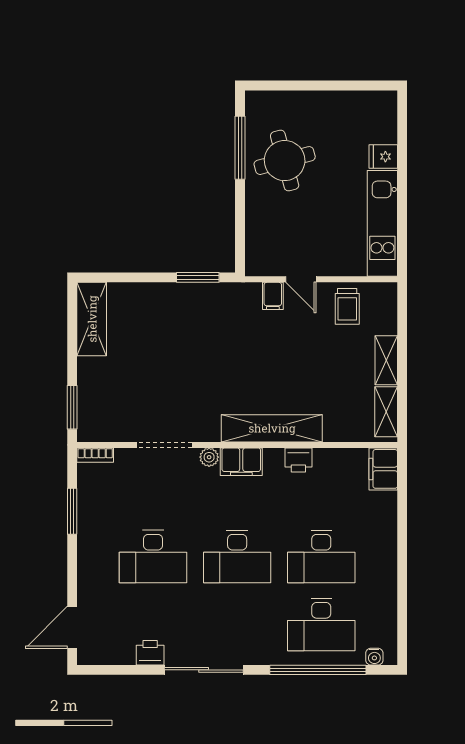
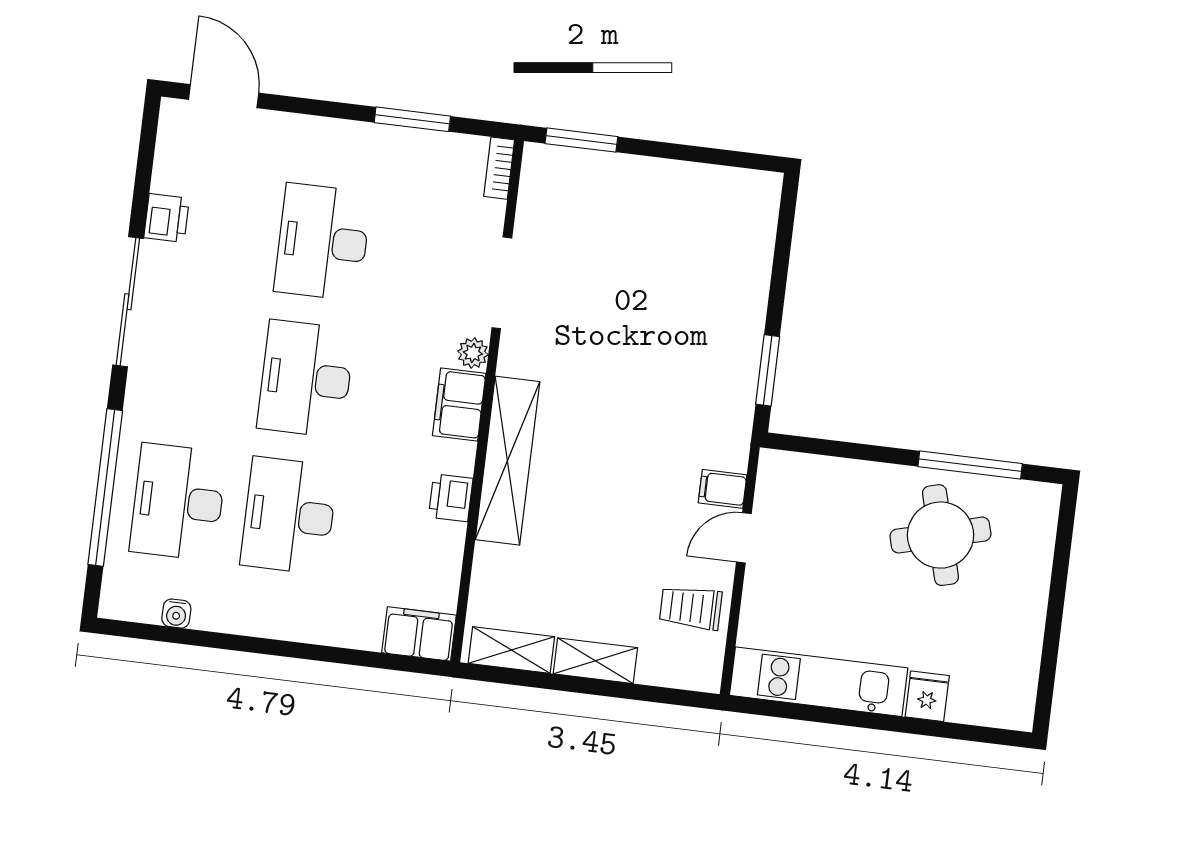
shelving: (92, 319) -> (721, 189), removed
water cooler: (374, 657) -> (176, 614), moved, turned -90

